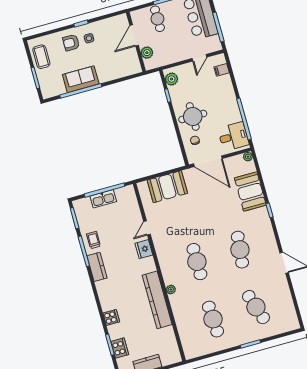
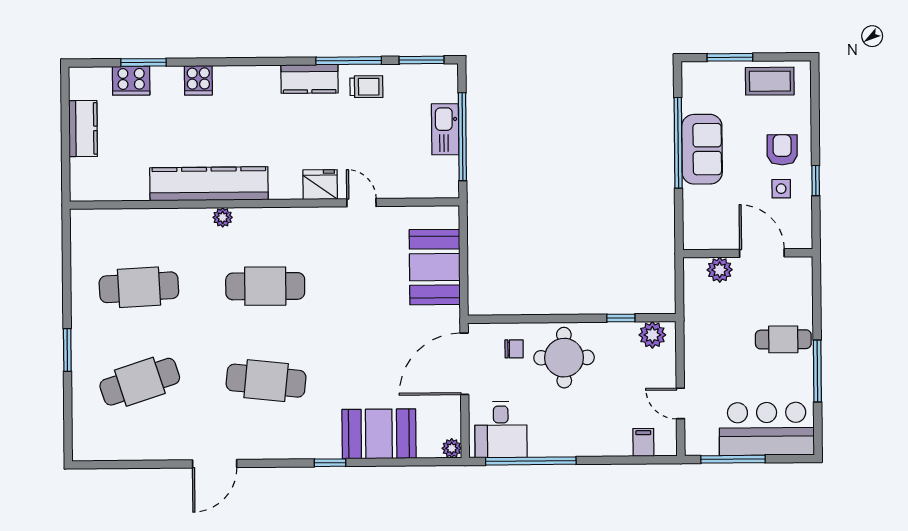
door: (134, 35) -> (762, 253), moved
wall: (136, 42) -> (748, 253), moved
plant: (147, 53) -> (720, 270), moved

